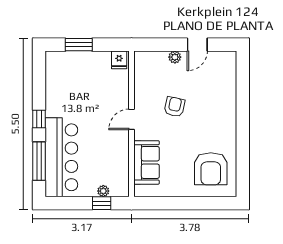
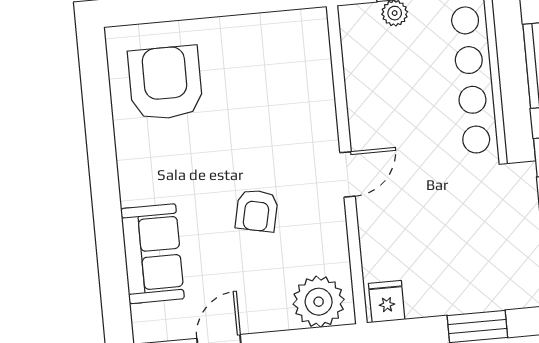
plant: (175, 57) -> (319, 302), moved, width x1.88, depth x1.88
sofa: (147, 162) -> (152, 254), moved, turned 180

